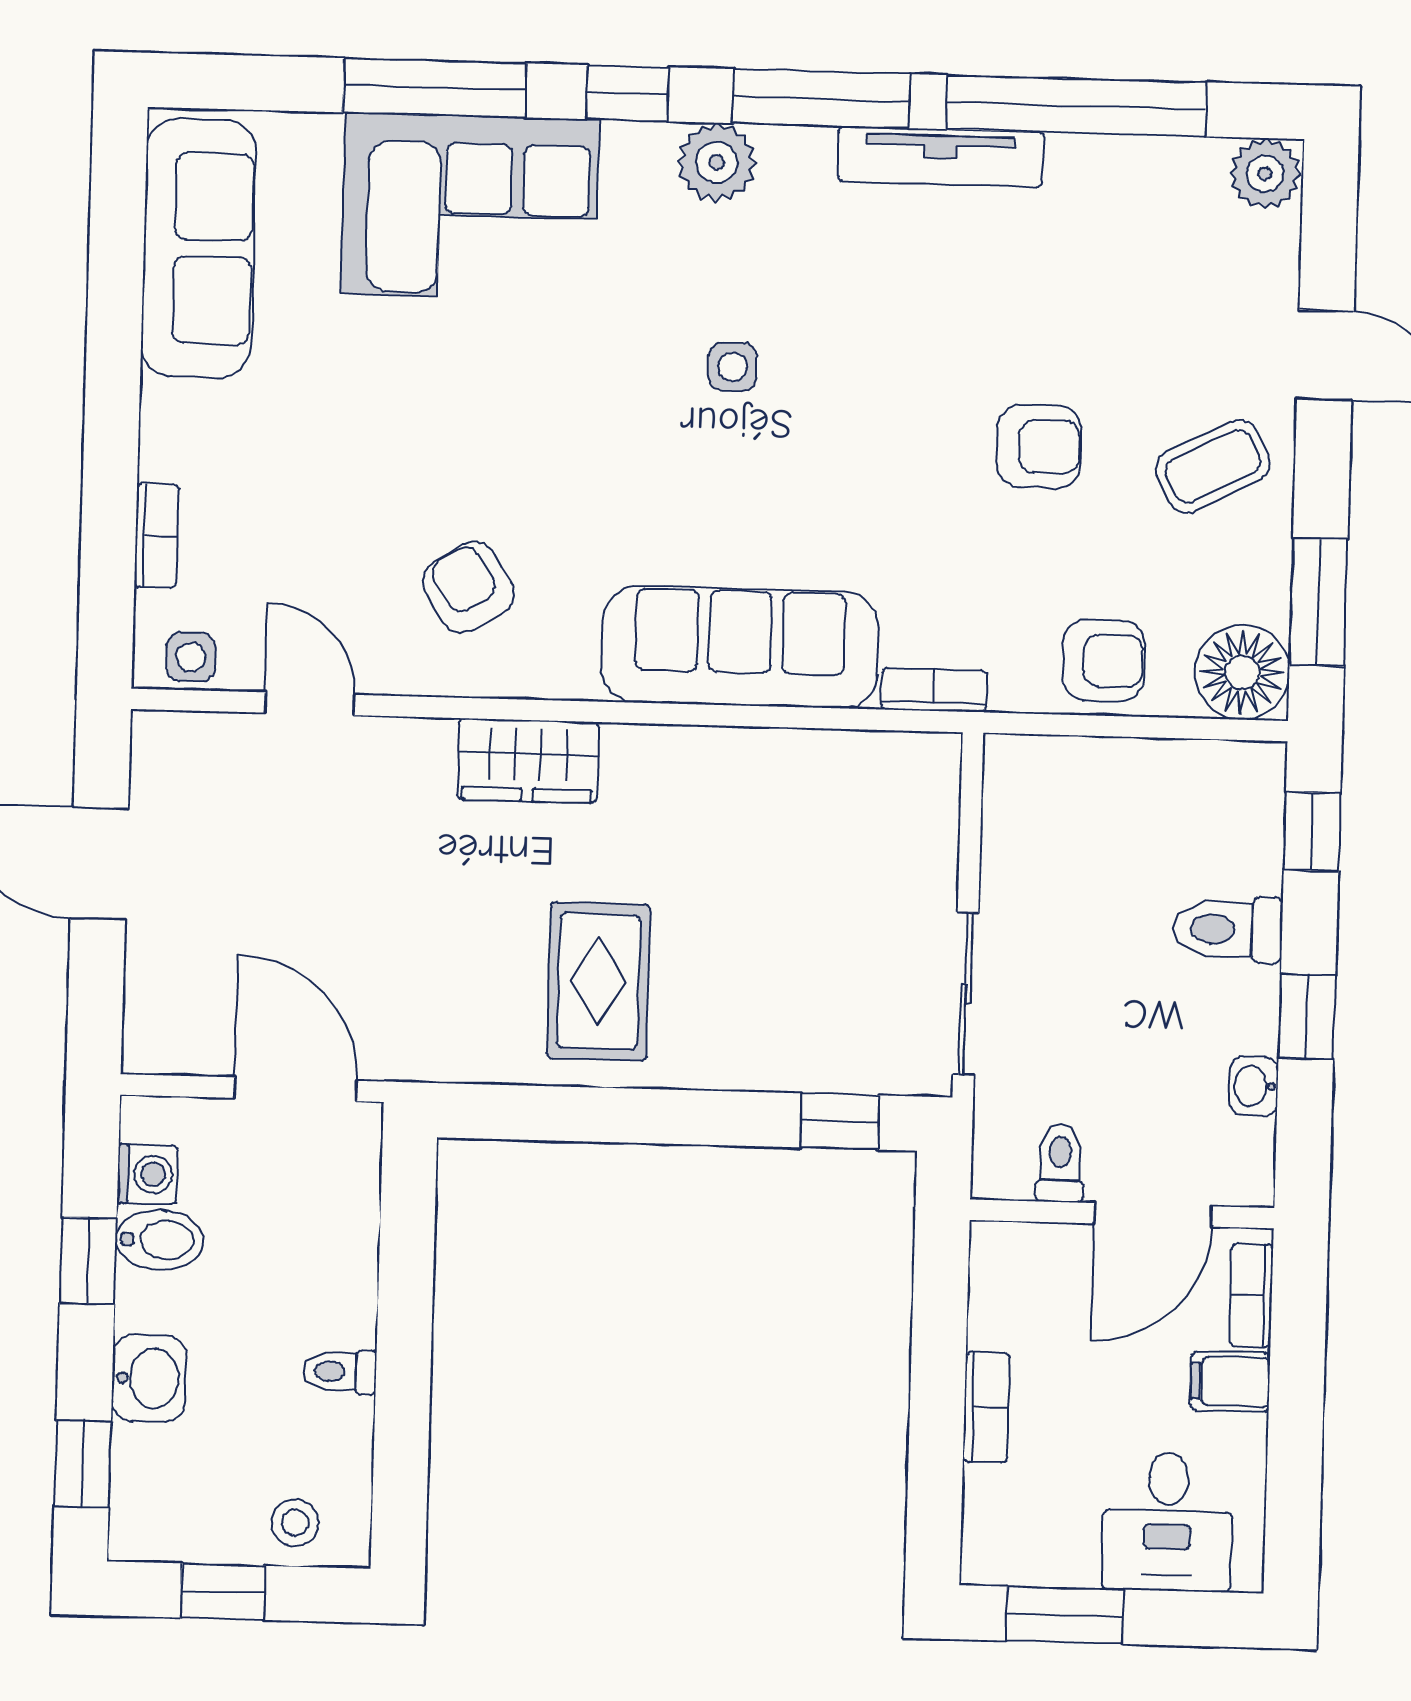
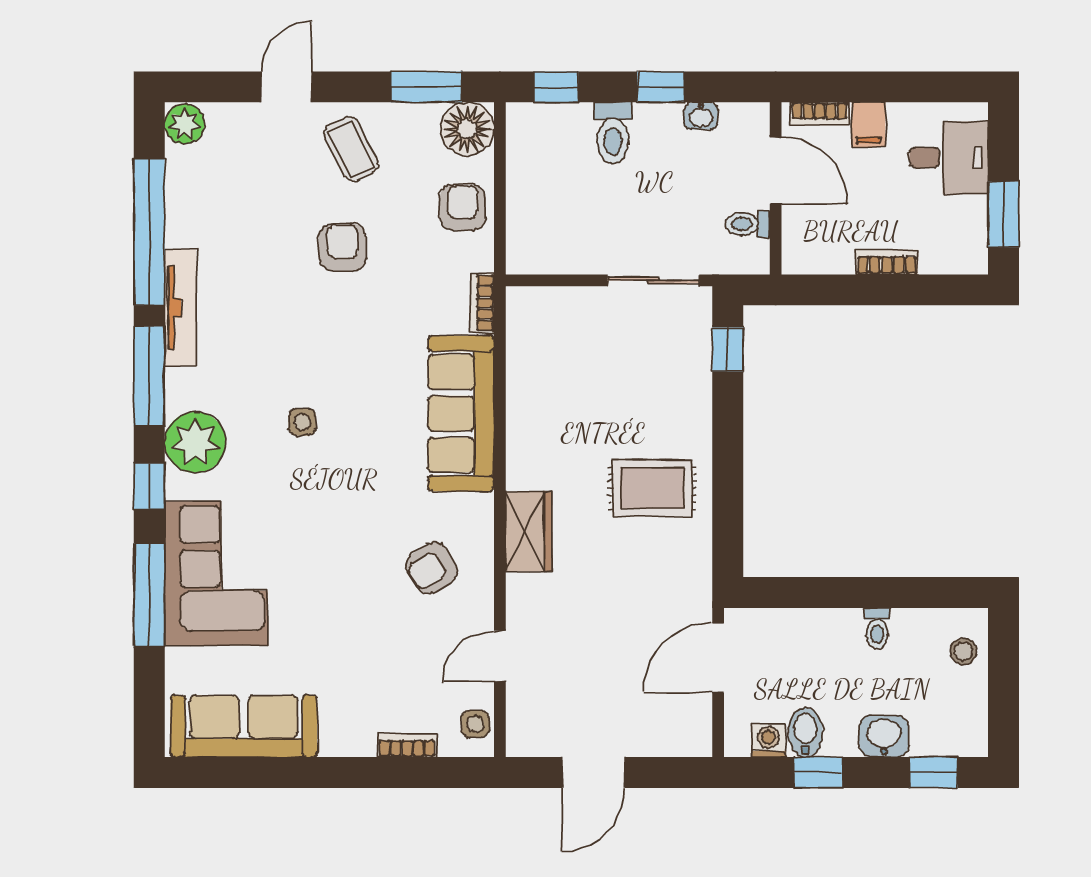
plant: (717, 162) -> (195, 442), width x1.36, depth x1.36
window: (223, 1592) -> (1004, 691), removed

